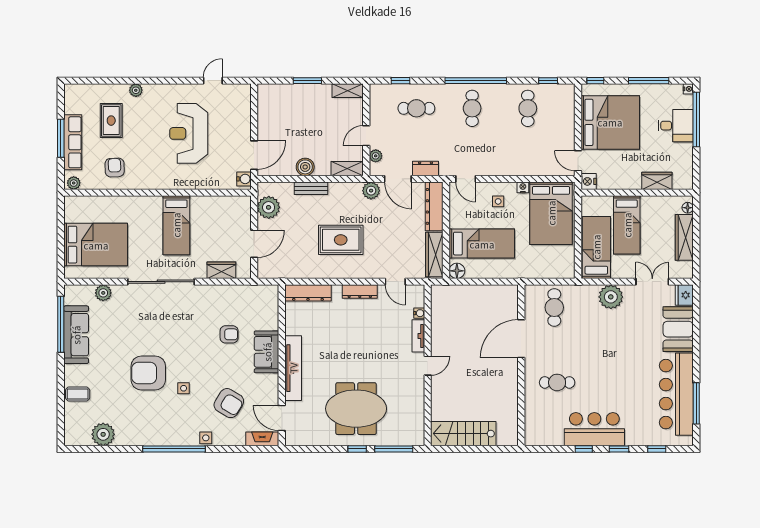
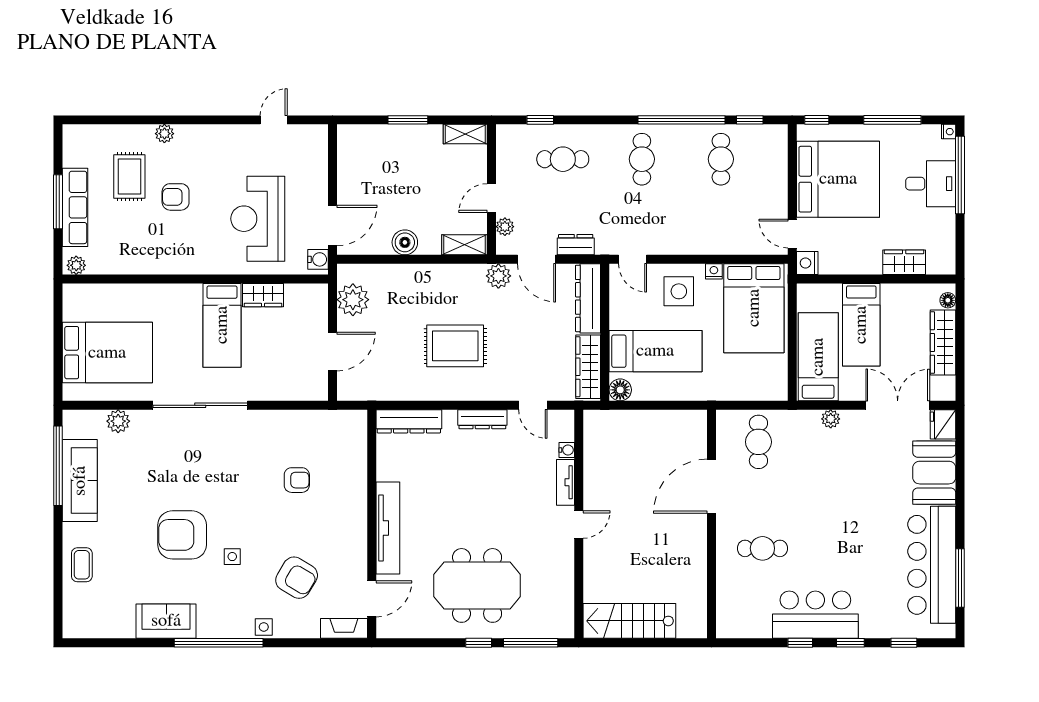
window: (476, 81) -> (681, 120), moved
reception desk: (189, 133) -> (258, 219), moved
armchair: (115, 168) -> (176, 197), moved, turned -88
bench: (311, 188) -> (413, 273), removed
side table: (498, 201) -> (679, 291), width x1.87, depth x1.87
wardrobe: (221, 270) -> (263, 295), moved, turned 180
double door: (652, 282) -> (898, 405), width x1.37
plant: (611, 297) -> (831, 419), width x0.53, depth x0.53
sofa: (267, 352) -> (166, 621), moved, turned 90
coffee table: (78, 394) -> (82, 565), turned 90
door: (282, 418) -> (372, 599), swing flipped
plant: (103, 434) -> (118, 622), removed

